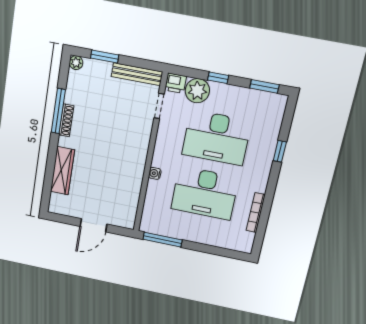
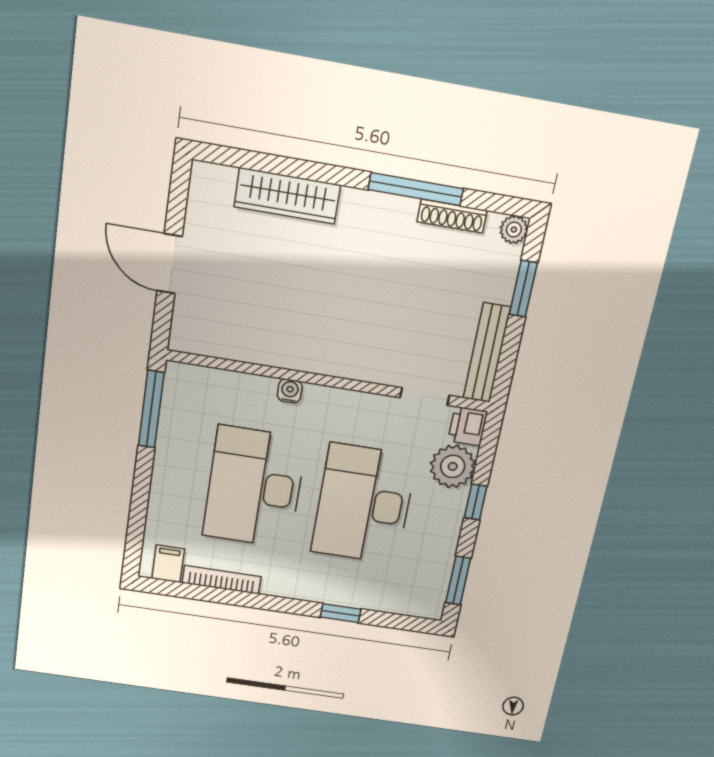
shoe rack: (66, 120) -> (452, 216), moved
filing cabinet: (245, 239) -> (168, 564), added

